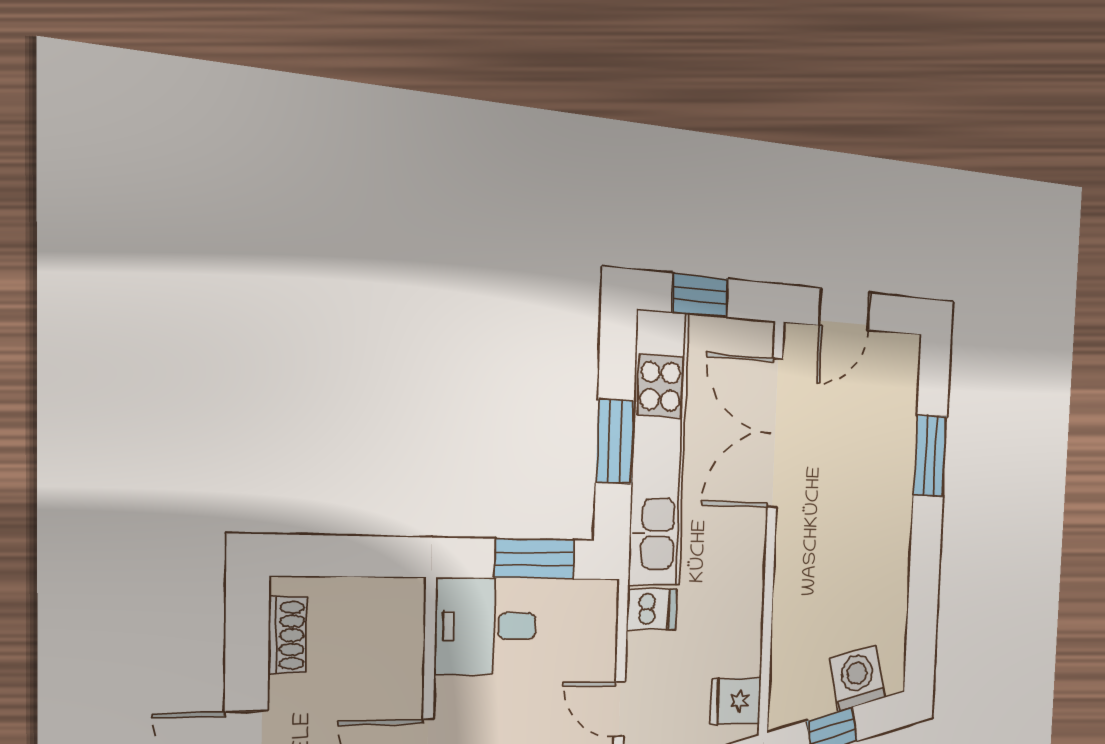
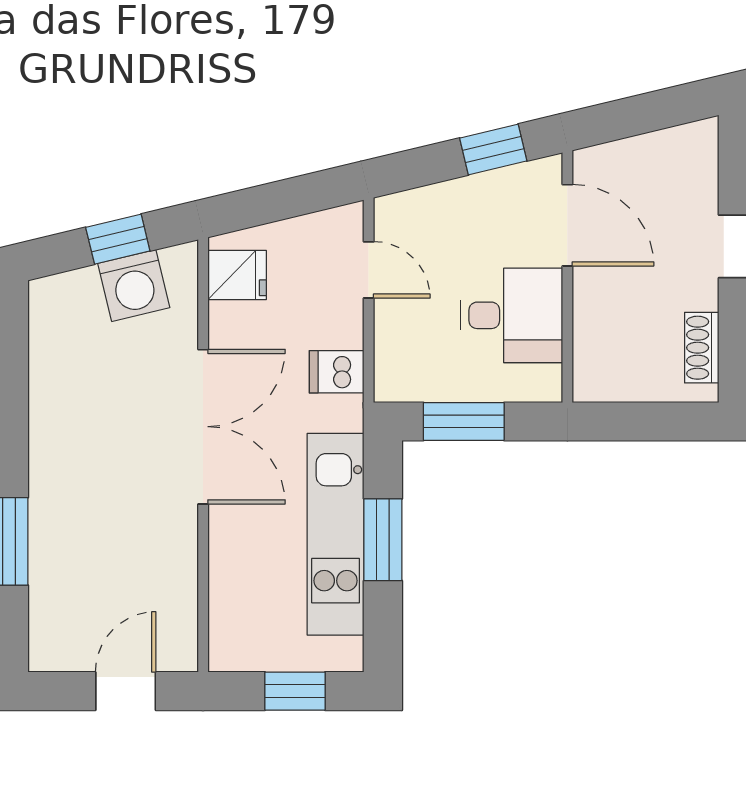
double door: (775, 433) -> (203, 427), moved
kitchen unit: (658, 449) -> (336, 534), width x0.73
desk: (486, 626) -> (512, 315), moved
washing machine: (858, 678) -> (134, 286), moved

